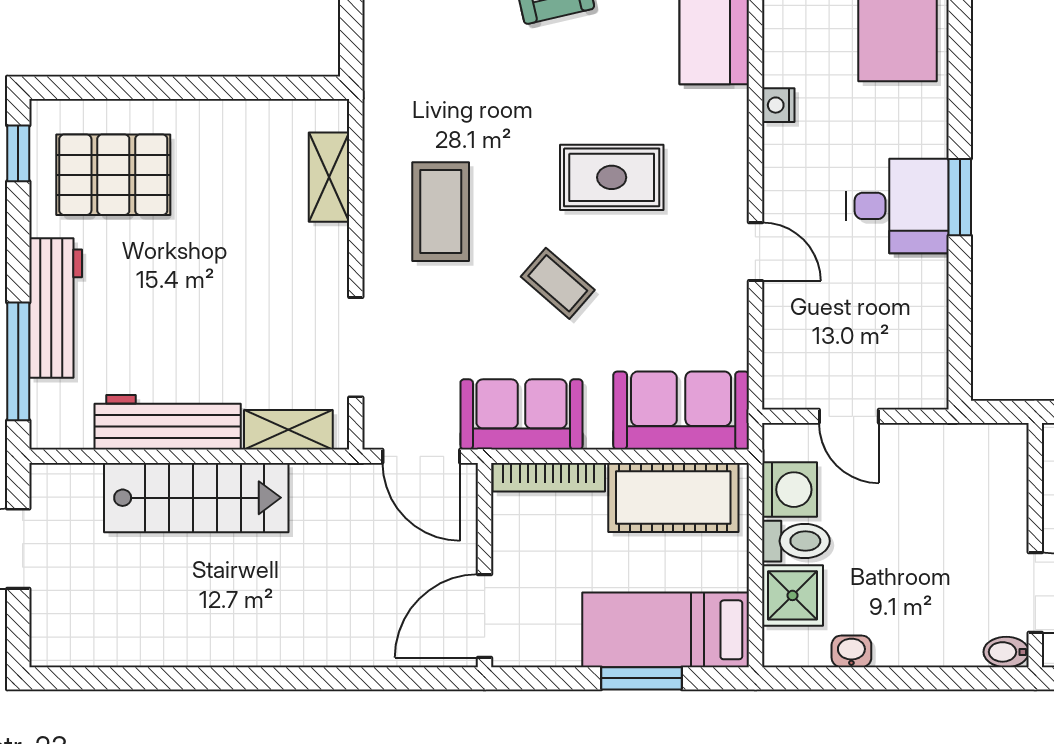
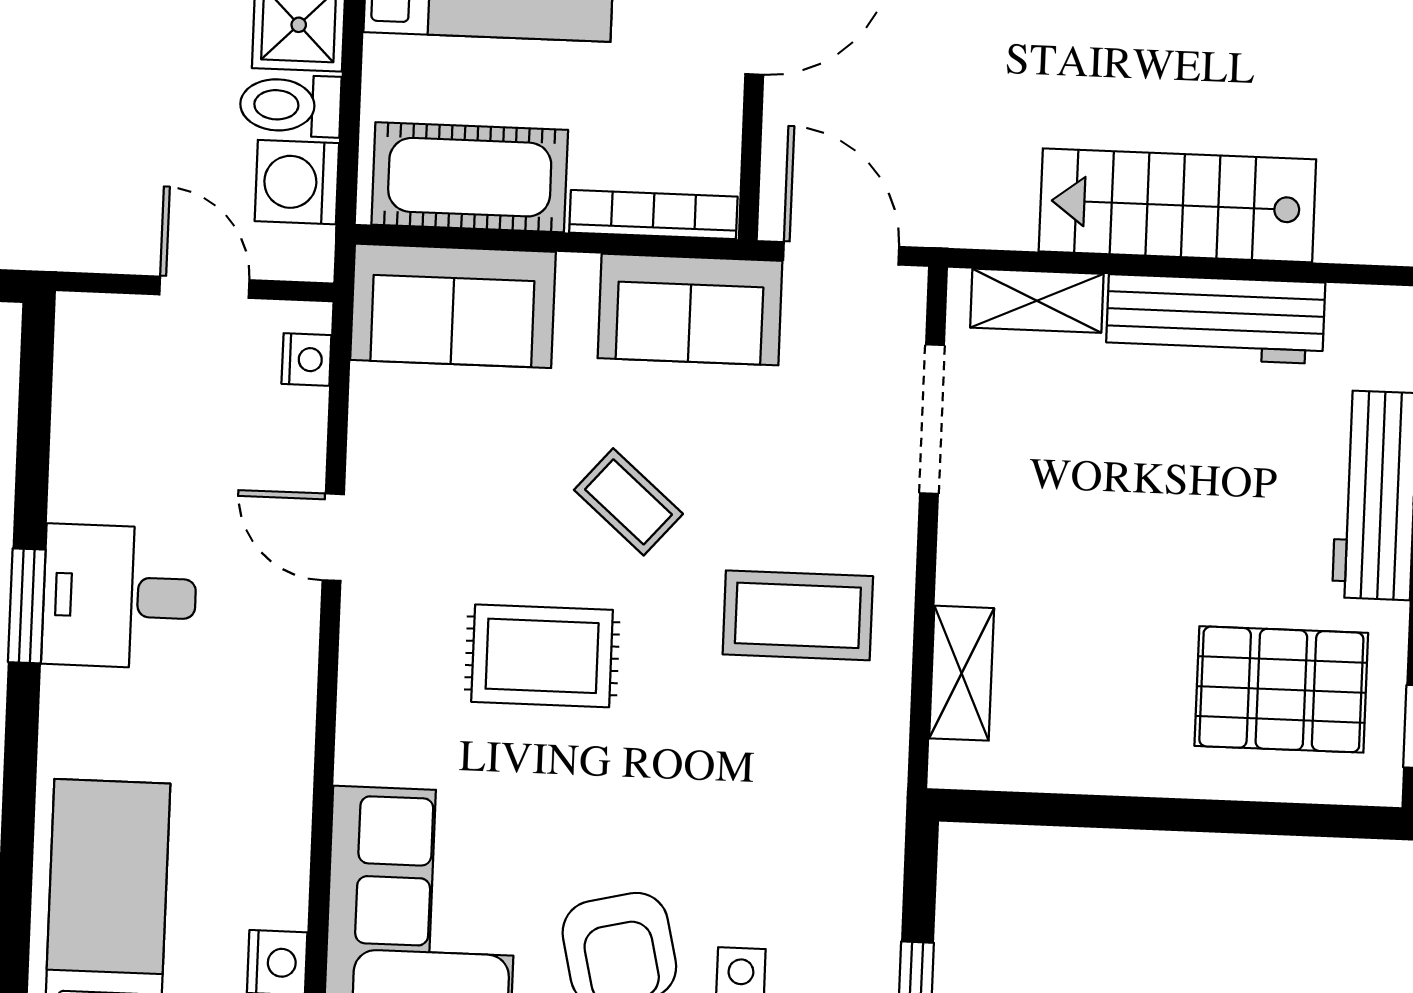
nightstand: (778, 105) -> (306, 359), moved
coffee table: (441, 212) -> (798, 615), turned 90

